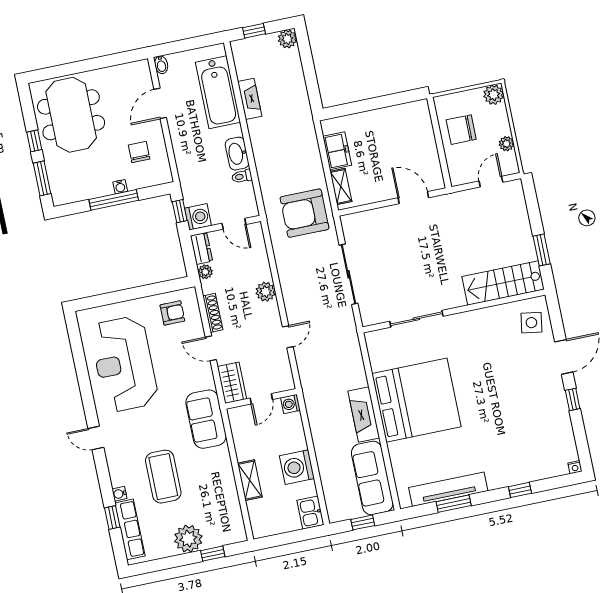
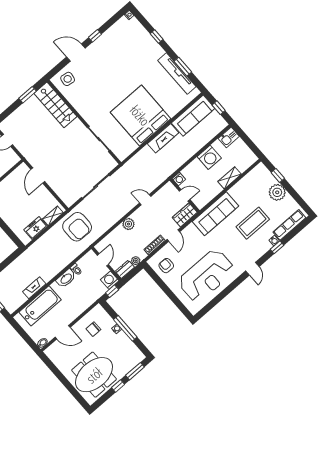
sofa: (206, 419) -> (215, 214), width x1.36
window: (112, 518) -> (277, 247), moved

